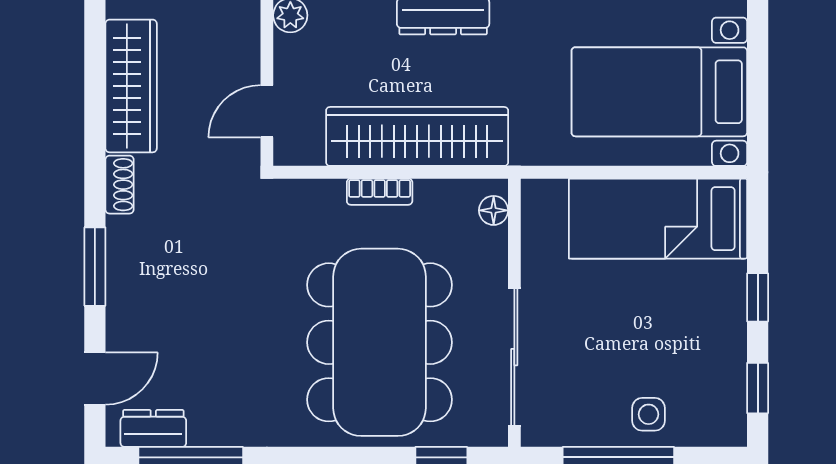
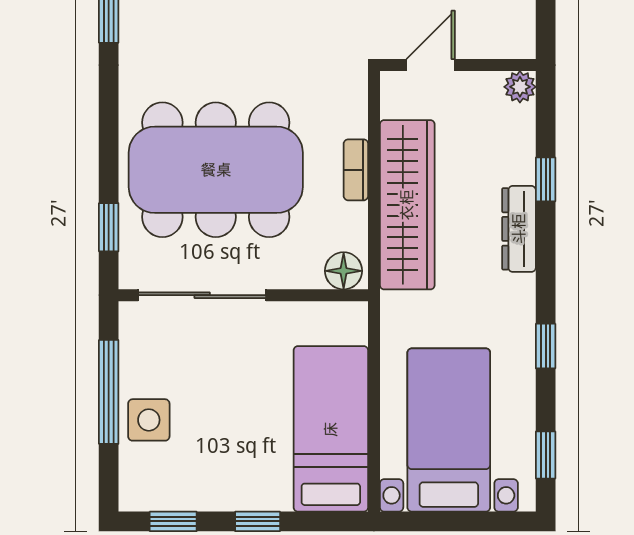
door: (267, 111) -> (431, 65), hinge flipped
floor lamp: (494, 210) -> (344, 271), width x1.37, depth x1.37
side table: (649, 414) -> (149, 420), width x1.37, depth x1.37

